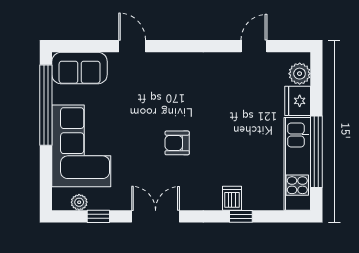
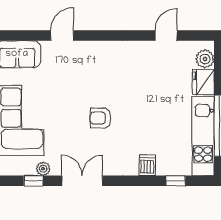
door: (132, 46) -> (62, 35), hinge flipped
plant: (79, 202) -> (43, 169), moved
window: (241, 216) -> (176, 181), moved

